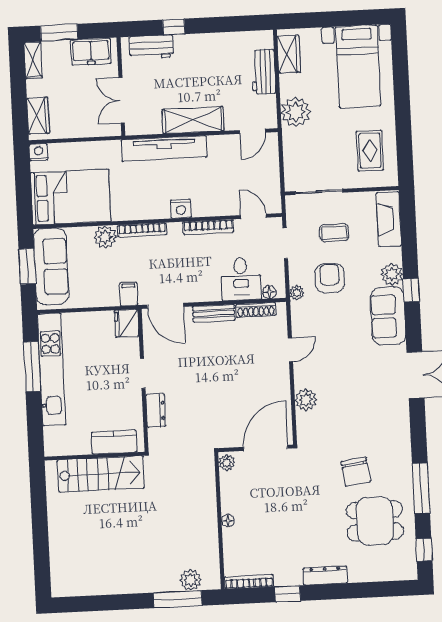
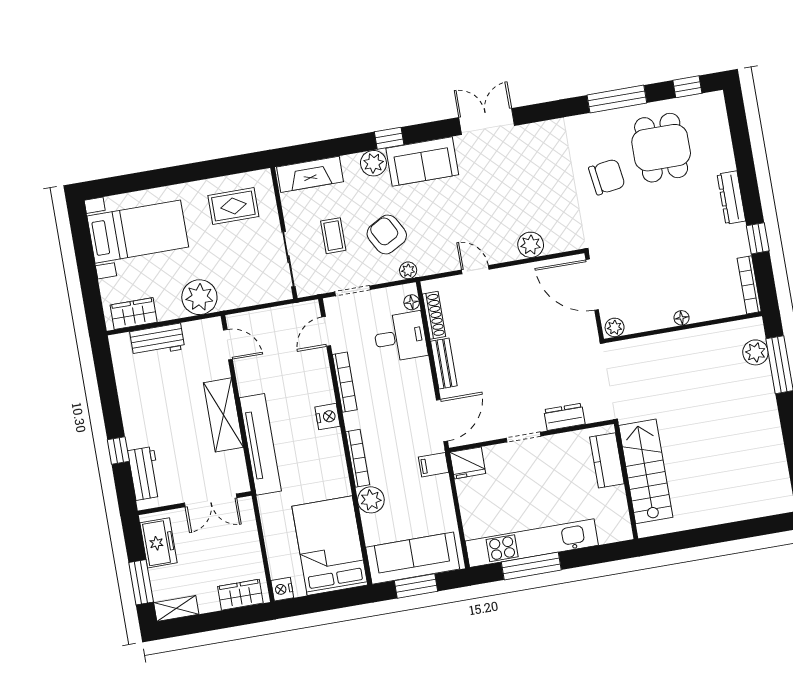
armchair: (330, 278) -> (387, 234), turned 61

